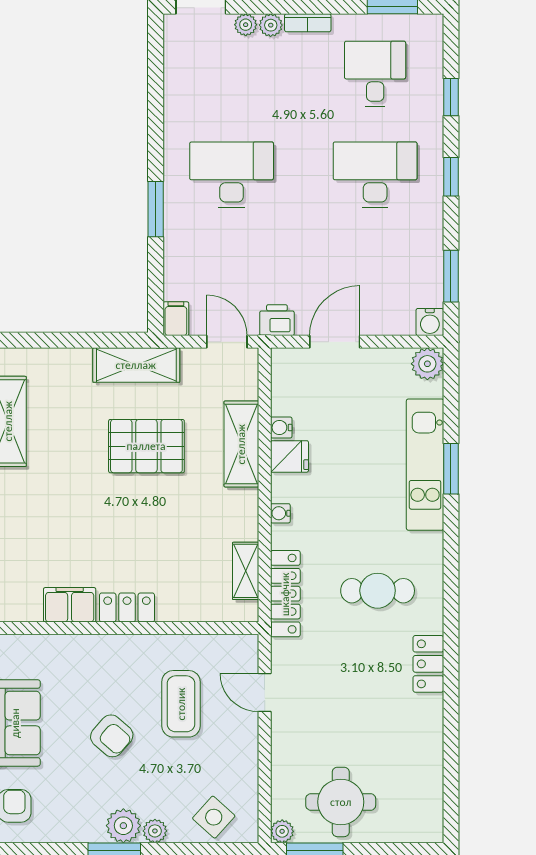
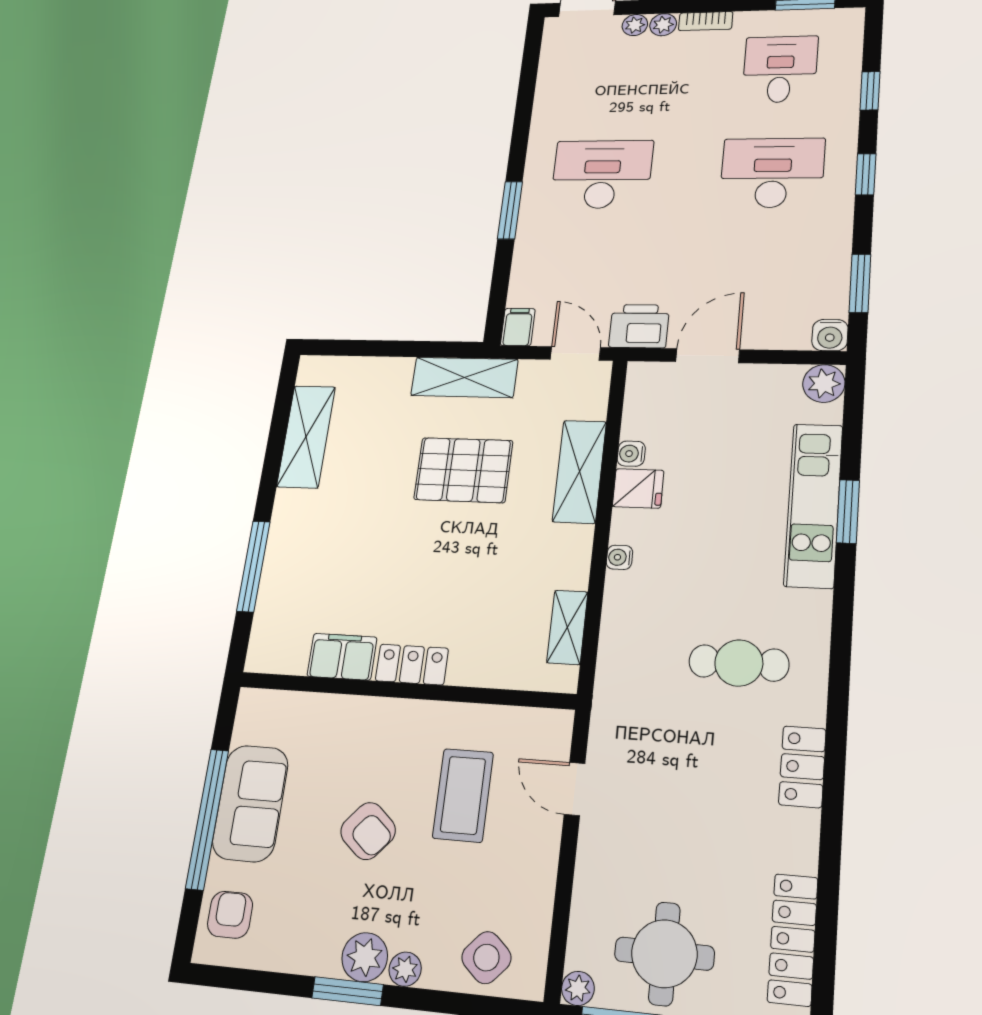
printer: (277, 320) -> (639, 326), width x1.36, depth x1.24
locker: (285, 594) -> (793, 939), moved, turned 180

